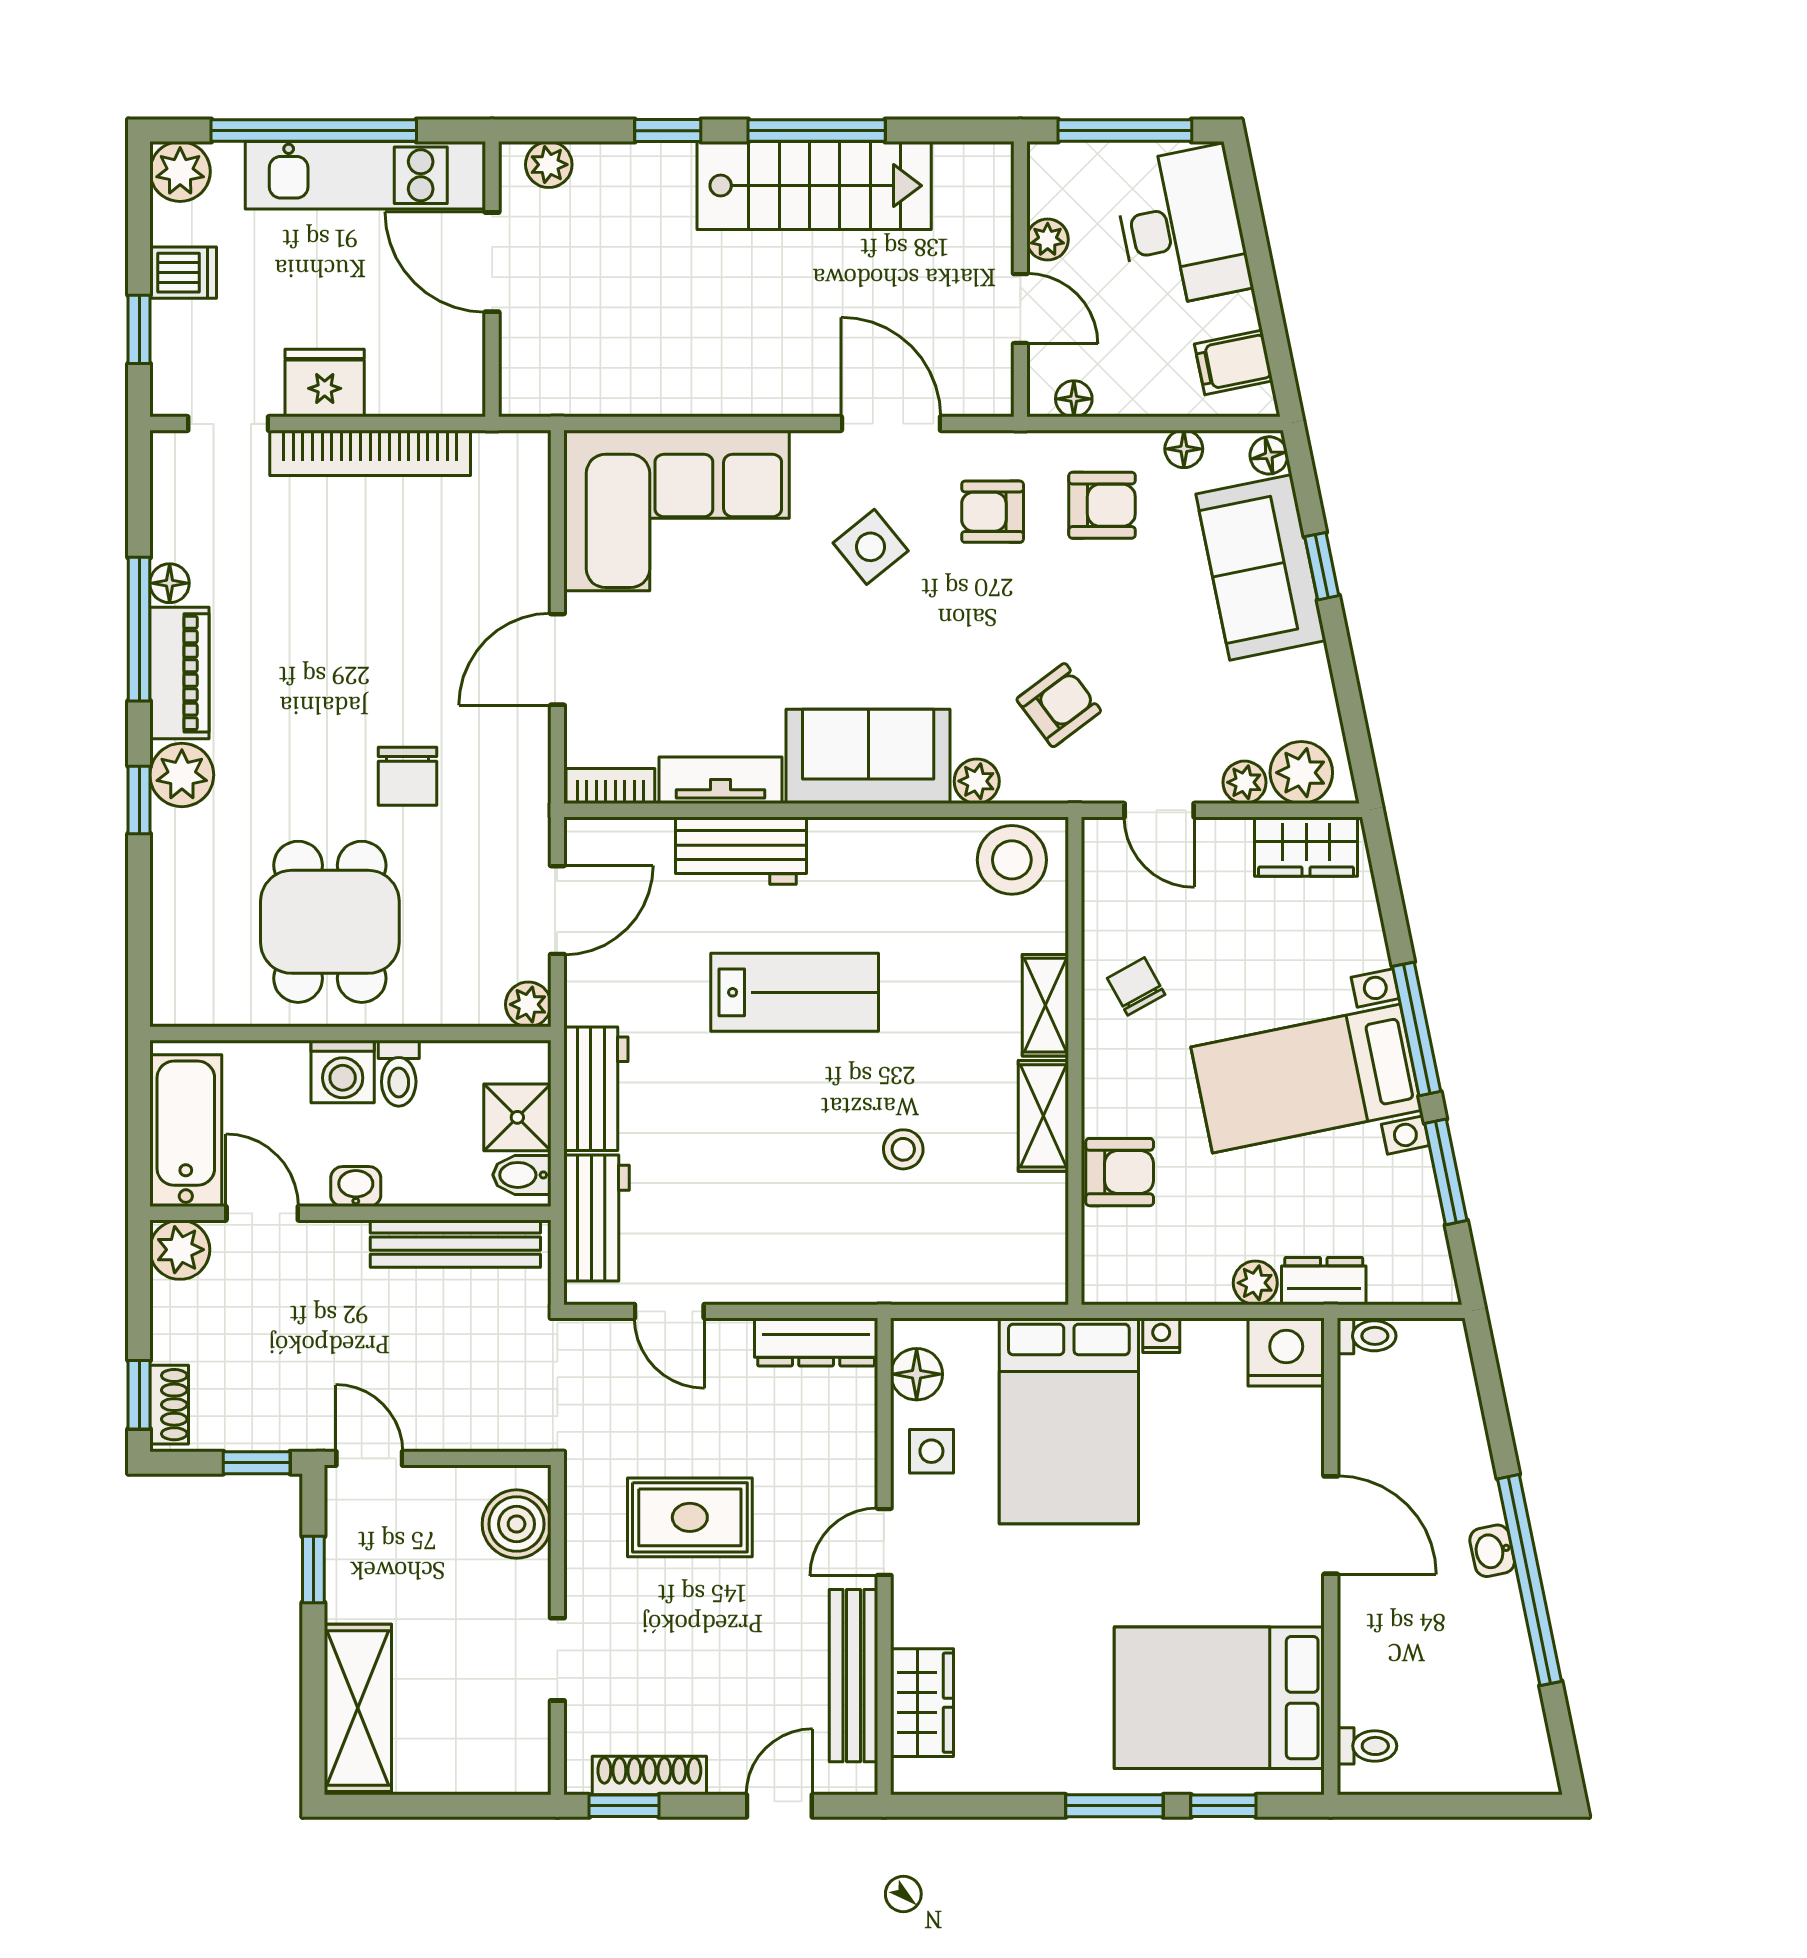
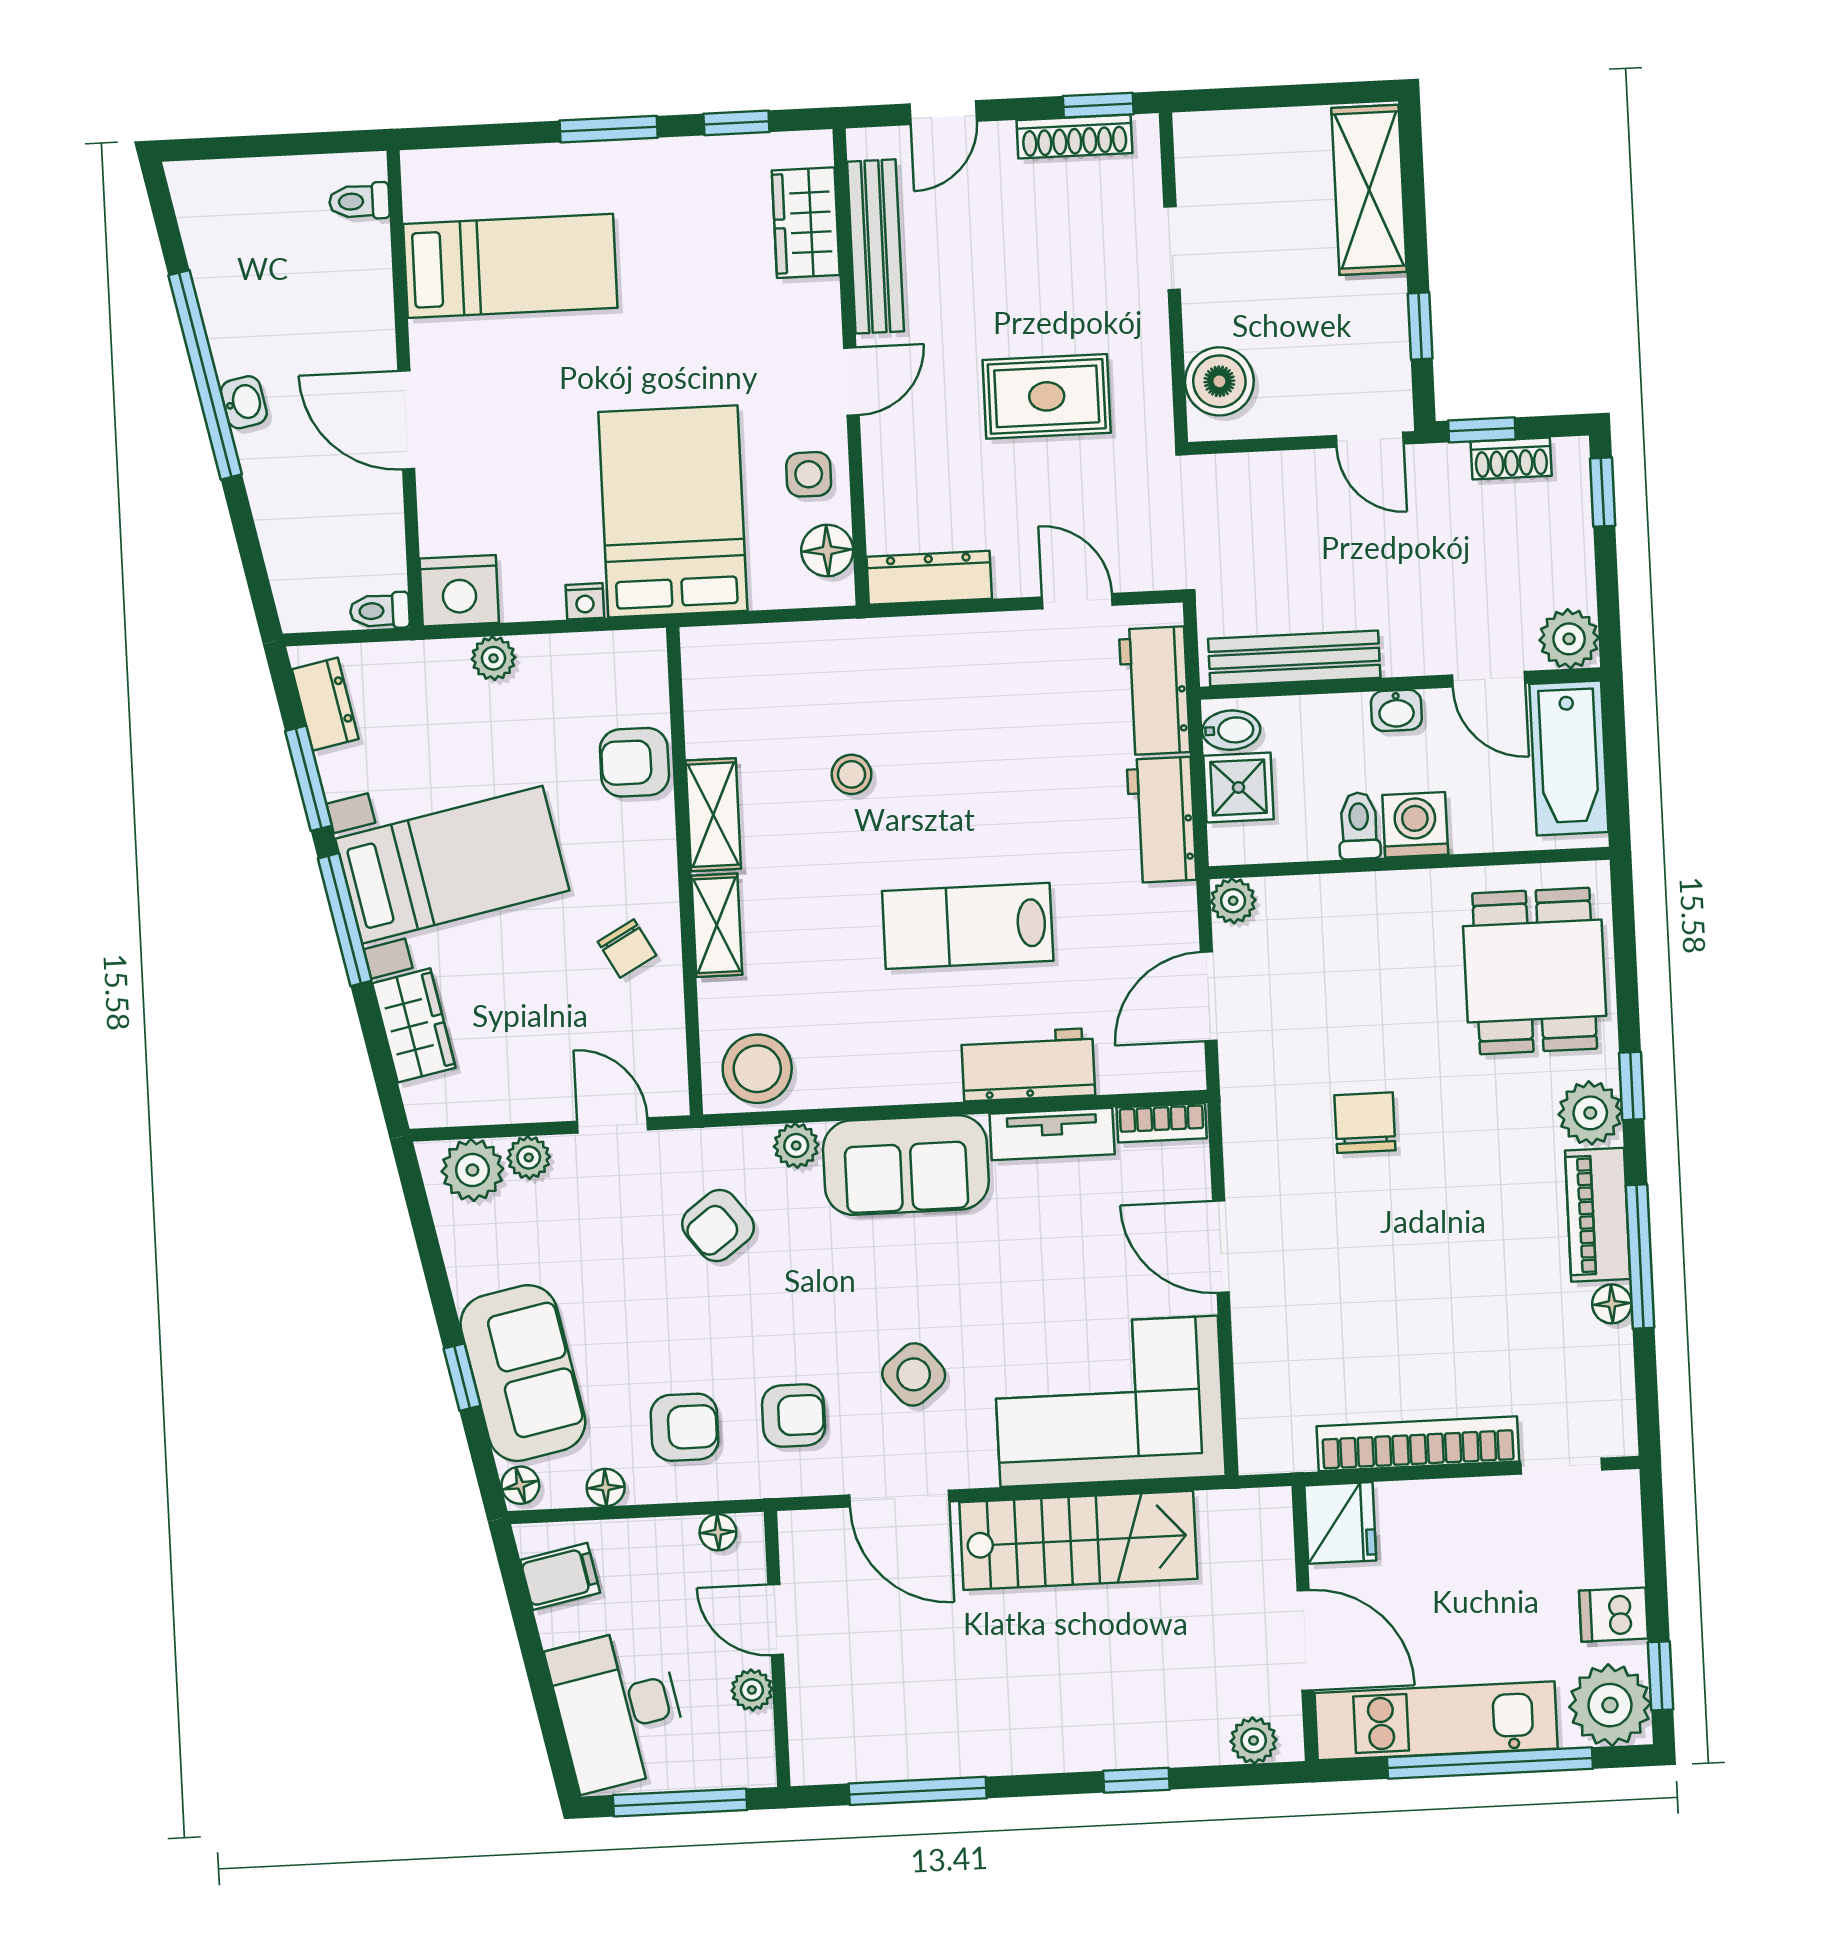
window: (817, 131) -> (918, 1791), moved
plant: (180, 171) -> (1610, 1705), width x1.36, depth x1.36
stairs: (814, 186) -> (1078, 1540), moved, turned 180
window: (139, 329) -> (1661, 1676), moved
fridge: (325, 383) -> (1340, 1523), moved, turned -90
armchair: (1102, 505) -> (684, 1427), turned 180
door: (557, 659) -> (1221, 1247), swing flipped
wardrobe: (1306, 847) -> (414, 1025), moved, turned 78
dining table: (330, 922) -> (1535, 971), moved
dresser: (1324, 1281) -> (325, 704), moved, turned -102
shoe rack: (169, 1405) -> (1511, 459), moved, turned -90
bed: (1219, 1698) -> (510, 266), width x0.67
window: (1223, 1806) -> (736, 123), moved

